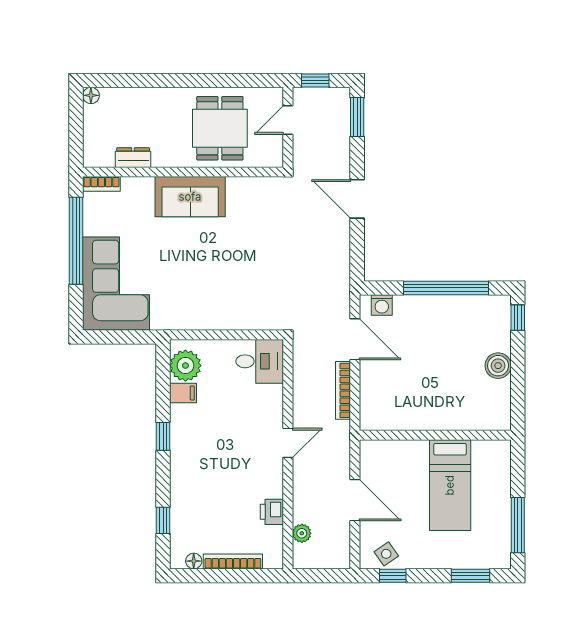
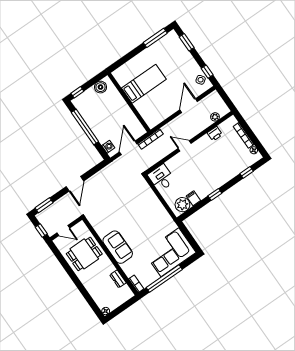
wall: (435, 435) -> (129, 102), moved
bed: (450, 485) -> (144, 84), moved

